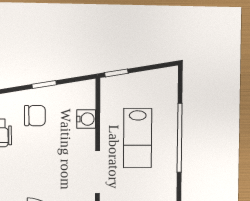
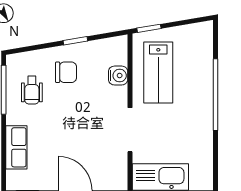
lab bench: (138, 138) -> (158, 73), moved

